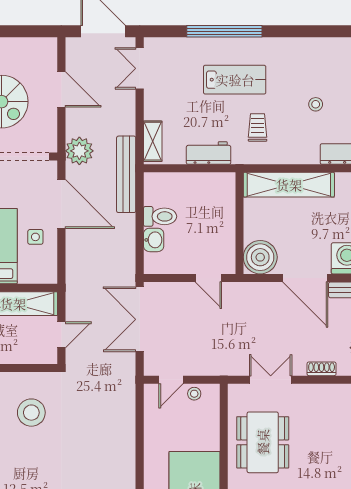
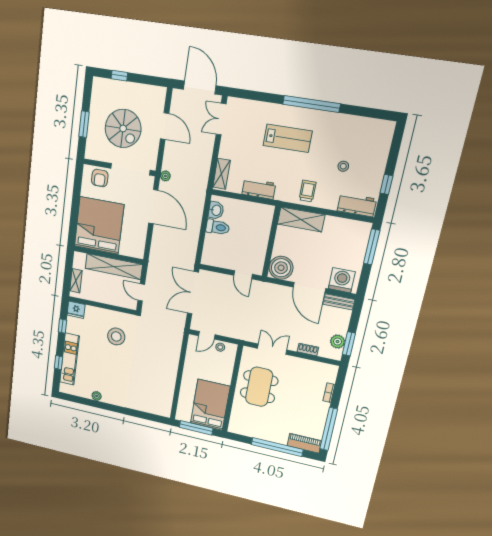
window: (224, 31) -> (311, 104), moved
trolley: (258, 128) -> (308, 191), moved
plant: (79, 151) -> (165, 176), width x0.53, depth x0.53
bench: (126, 174) -> (200, 194), removed
shelving: (289, 185) -> (301, 219), width x0.68
side table: (35, 237) -> (133, 226), removed
washbasin: (154, 240) -> (216, 210), moved
door: (61, 335) -> (141, 292), swing flipped

